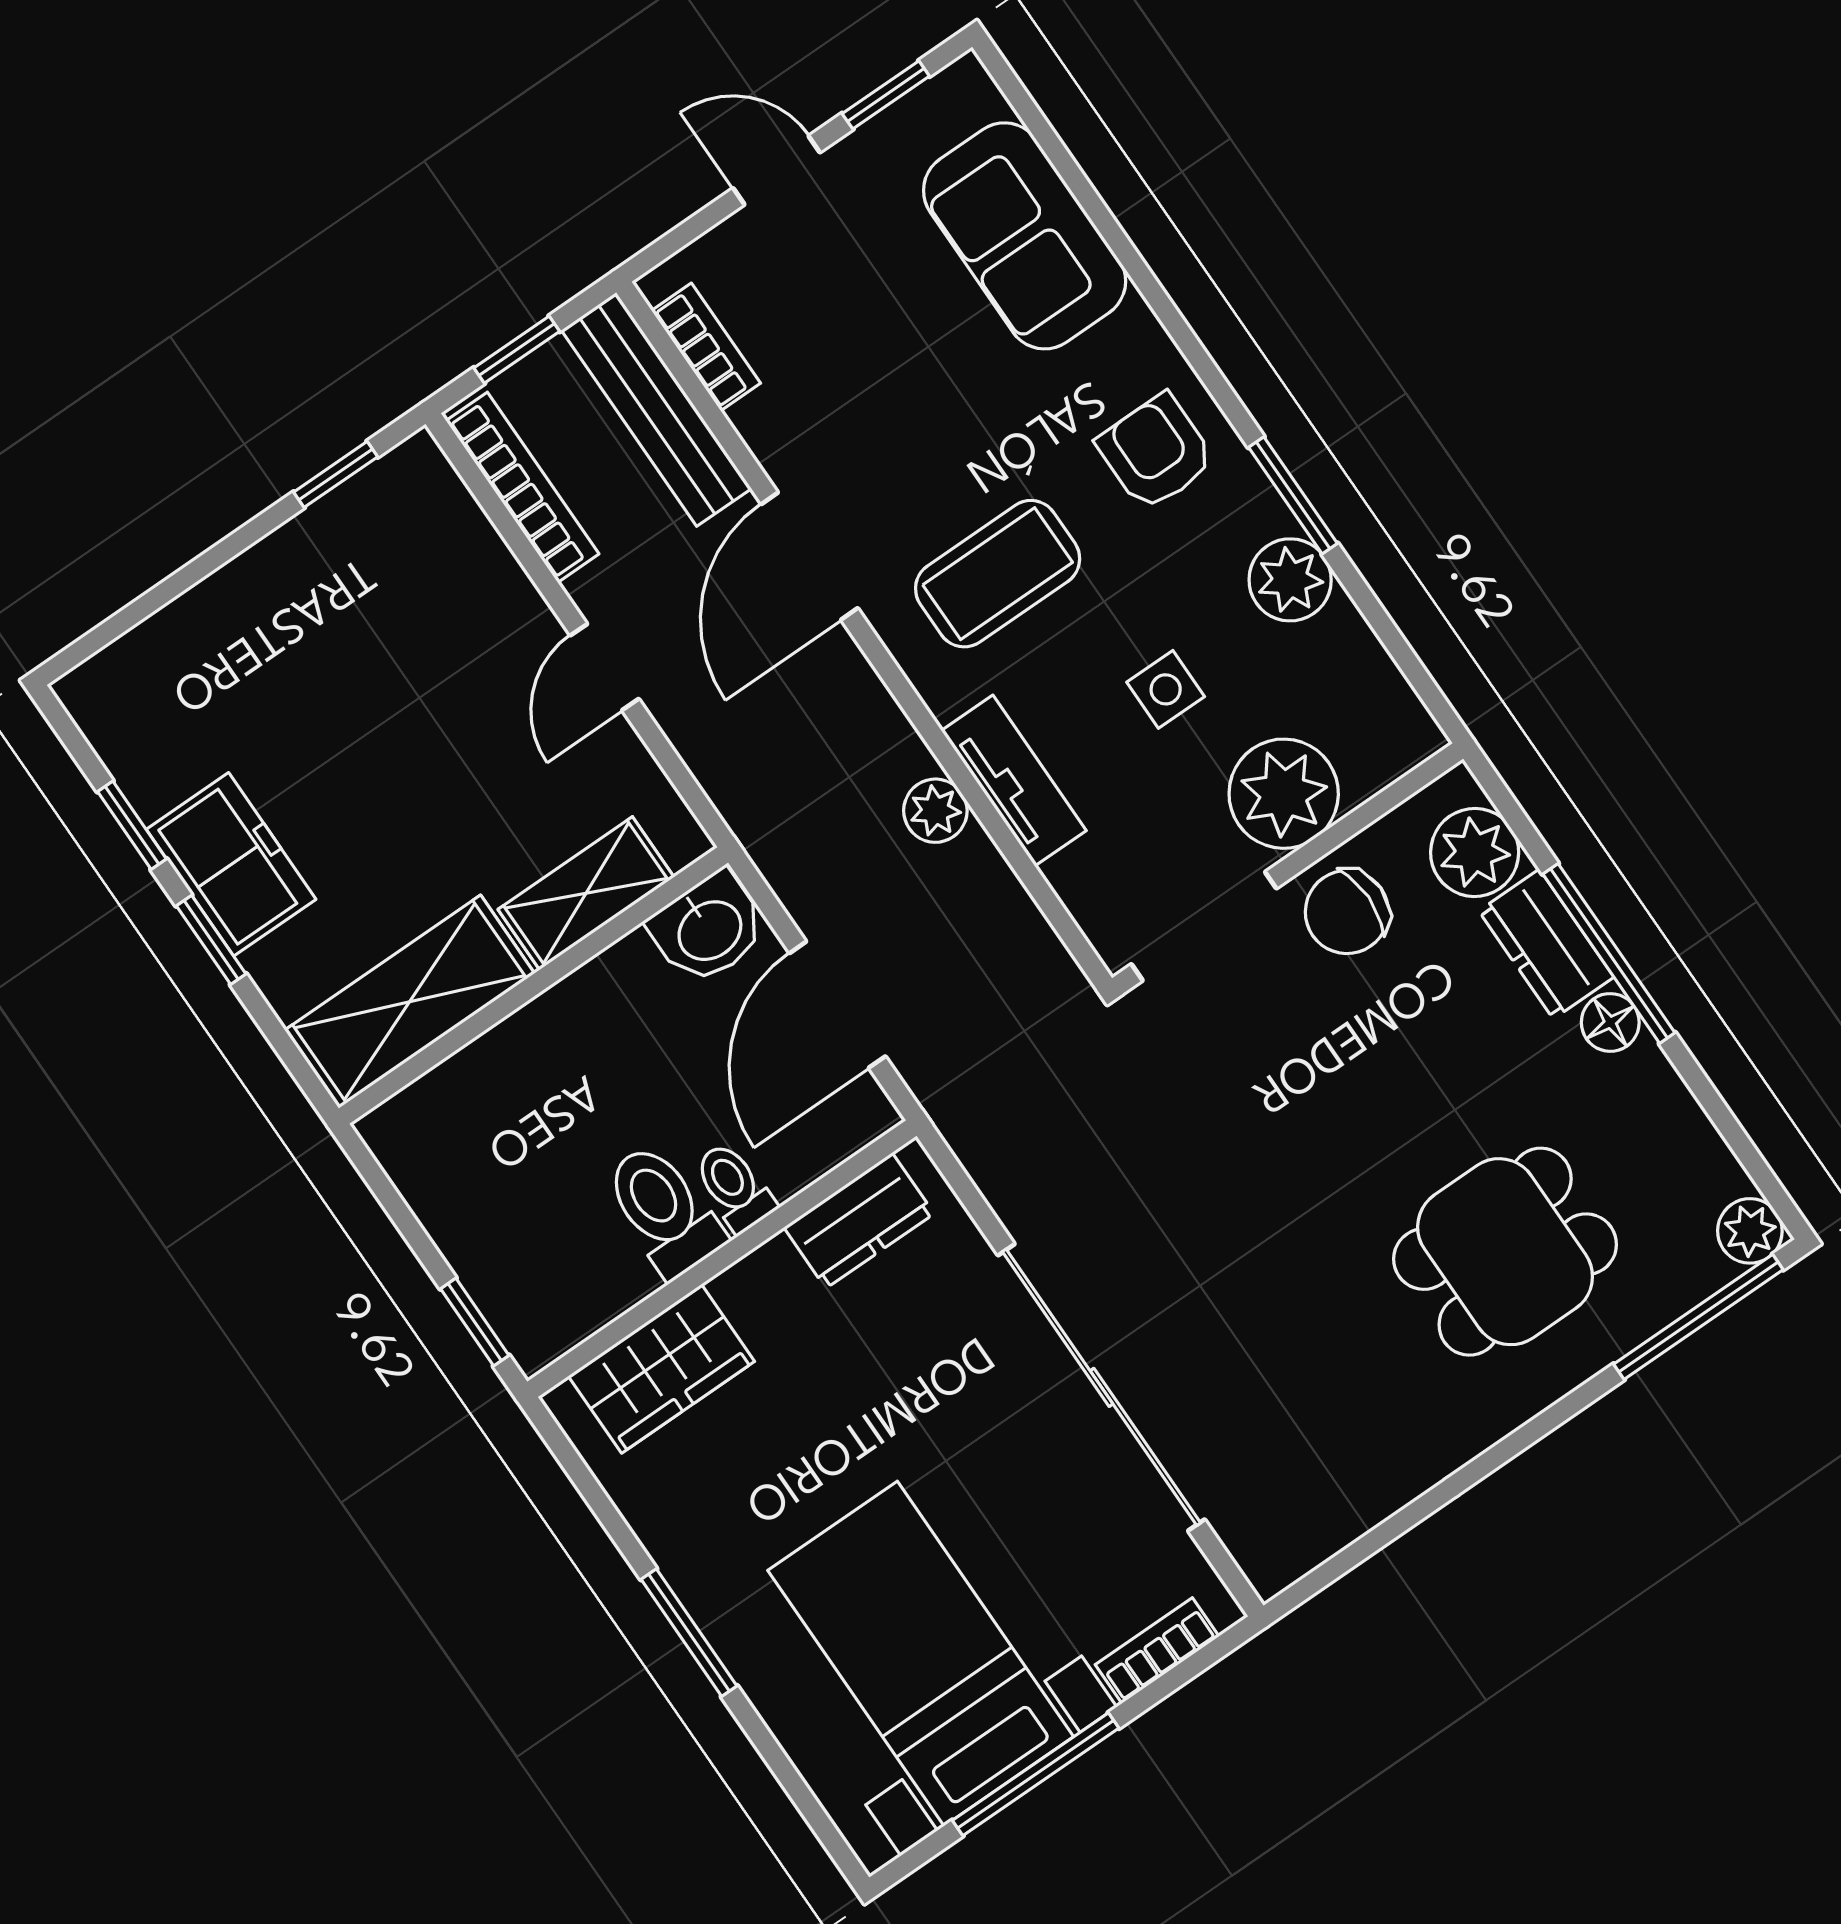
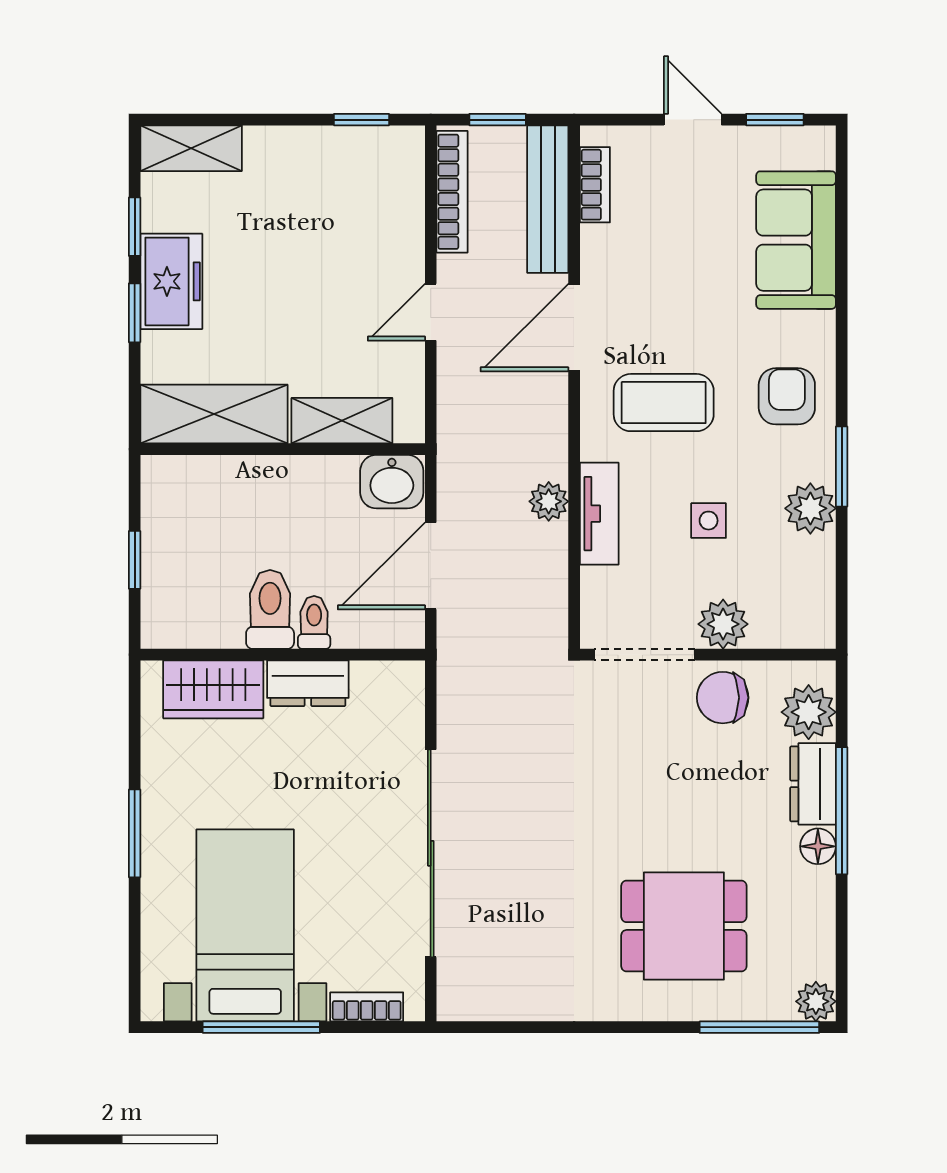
shelving: (135, 669) -> (191, 148), added
plant: (1284, 794) -> (723, 624), width x0.73, depth x0.73
dresser: (859, 1221) -> (308, 683), moved
window: (475, 1322) -> (135, 560), moved

